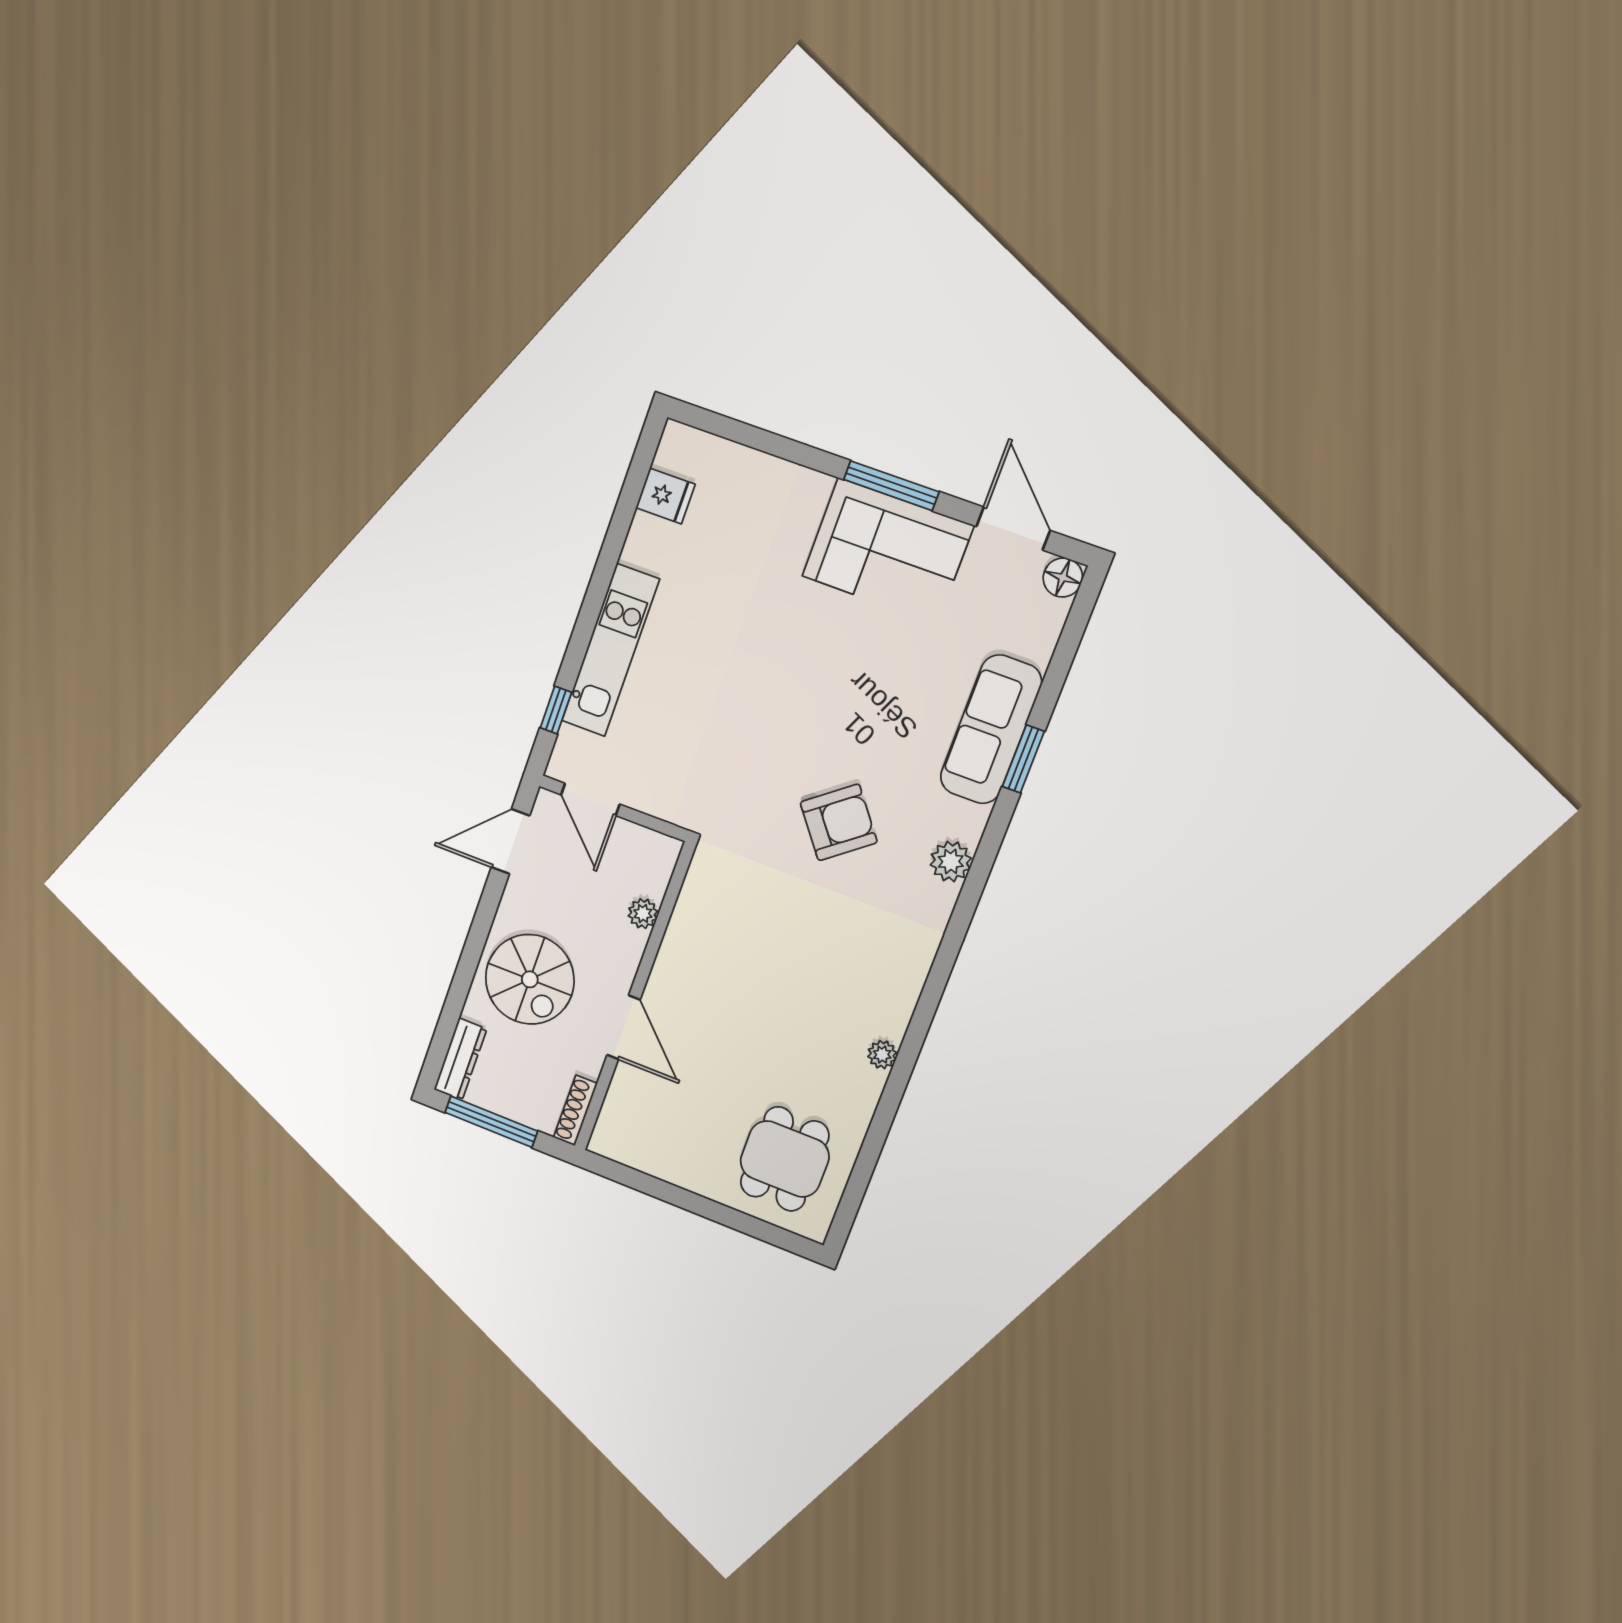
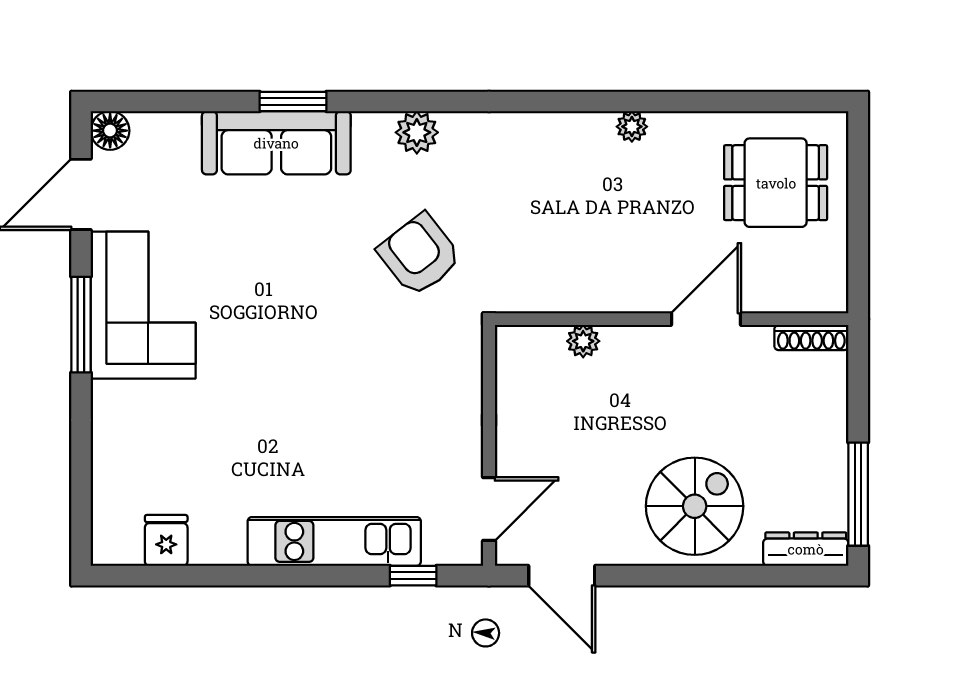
plant: (643, 914) -> (583, 341), moved
wall: (634, 998) -> (672, 319), moved
door: (624, 1027) -> (706, 319), moved
shoe rack: (575, 1111) -> (811, 338), moved

